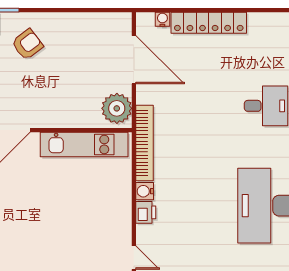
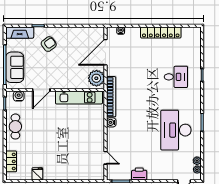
locker: (209, 23) -> (161, 33), moved
door: (134, 60) -> (105, 52), swing flipped
printer: (146, 212) -> (112, 134), removed

